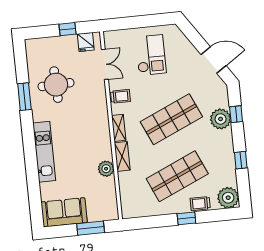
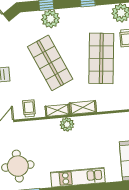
plant: (106, 169) -> (67, 124), moved
shop shelf: (177, 176) -> (101, 58), turned 30

